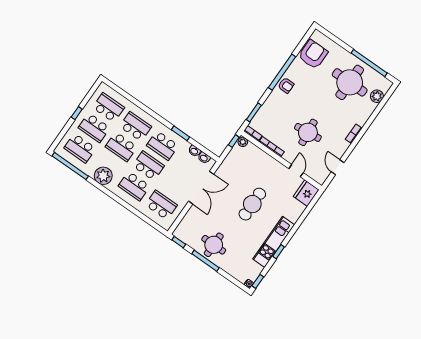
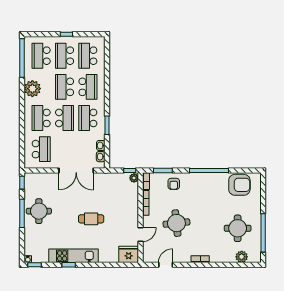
round table: (350, 82) -> (238, 228), width x0.73, depth x0.73
armchair: (286, 85) -> (174, 184), moved
school desk: (108, 108) -> (88, 56), turned 180
cafe table: (252, 204) -> (91, 219), width x0.73, depth x0.74

